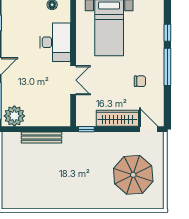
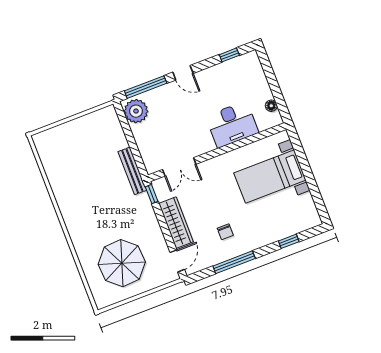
window: (167, 67) -> (234, 262), moved
double door: (73, 80) -> (179, 167), moved
bench: (42, 138) -> (132, 171), moved

